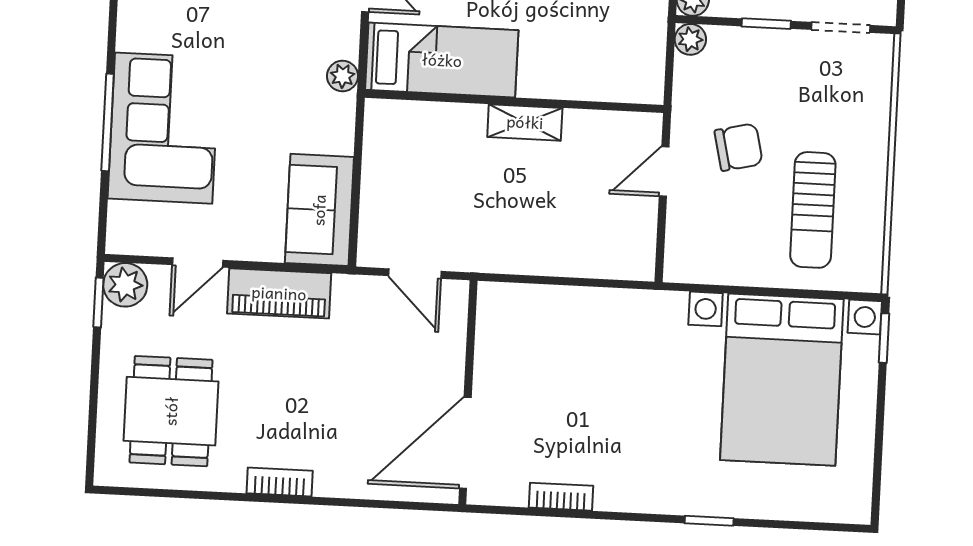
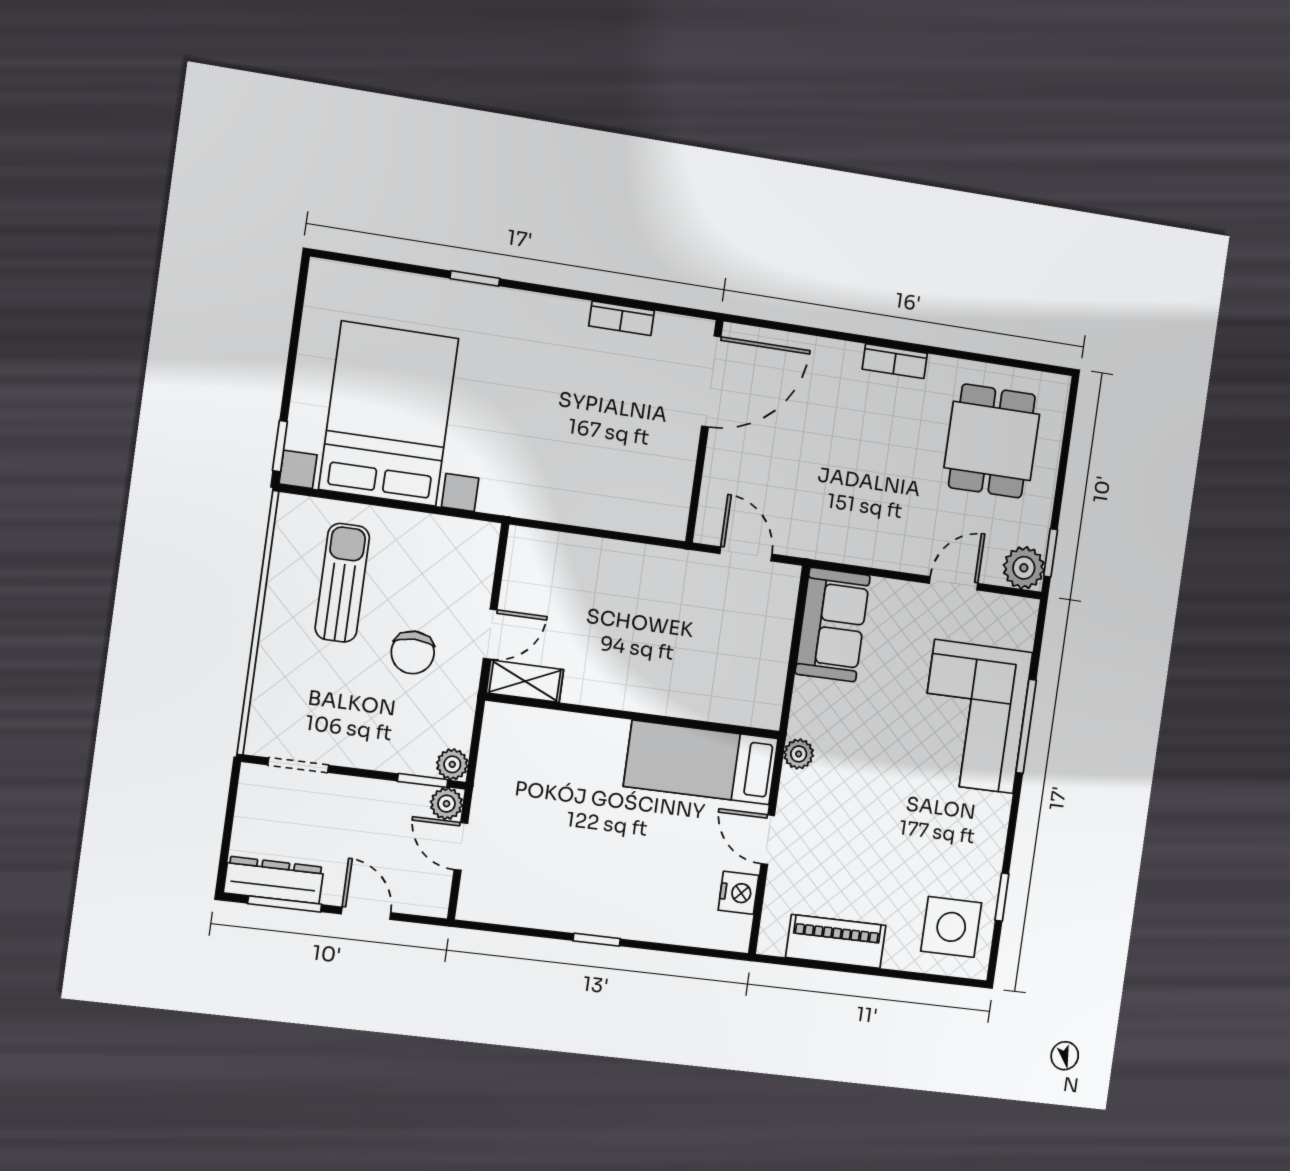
window: (766, 24) -> (423, 780), moved
shelving: (525, 122) -> (525, 681), moved
chair: (739, 147) -> (413, 652), turned -77
piano: (279, 293) -> (879, 546), removed

